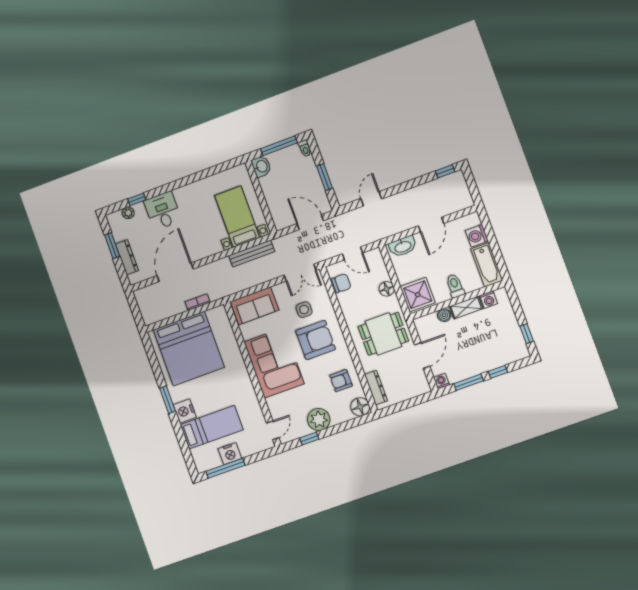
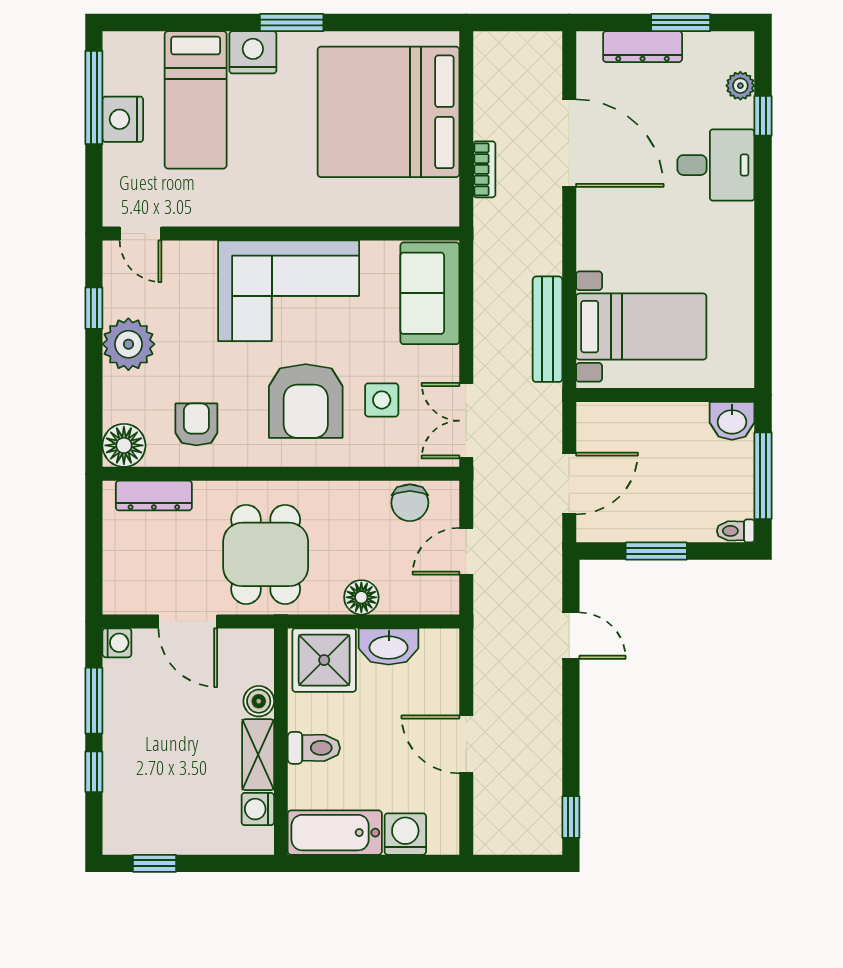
washbasin: (403, 246) -> (389, 646), moved, turned -90

